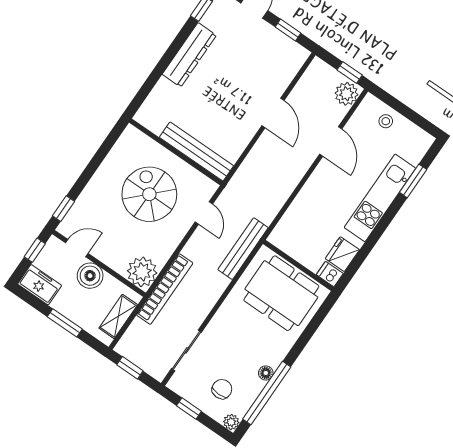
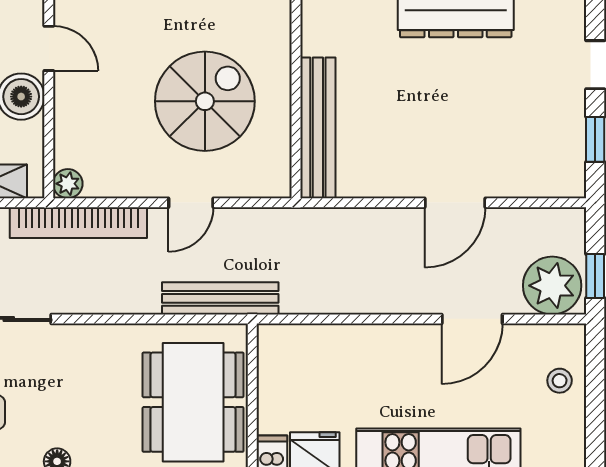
plant: (346, 94) -> (552, 286), width x1.36, depth x1.36
door: (204, 213) -> (191, 203), moved
plant: (142, 272) -> (68, 184), width x0.53, depth x0.53

